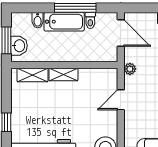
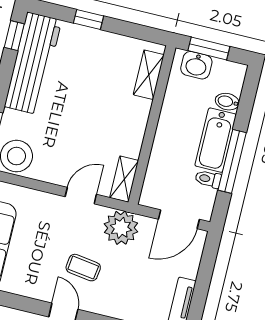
plant: (130, 69) -> (121, 228), width x1.87, depth x1.87
shelving: (63, 74) -> (124, 179), moved
door: (121, 100) -> (81, 196), hinge flipped

